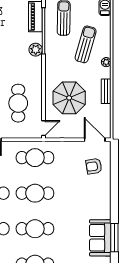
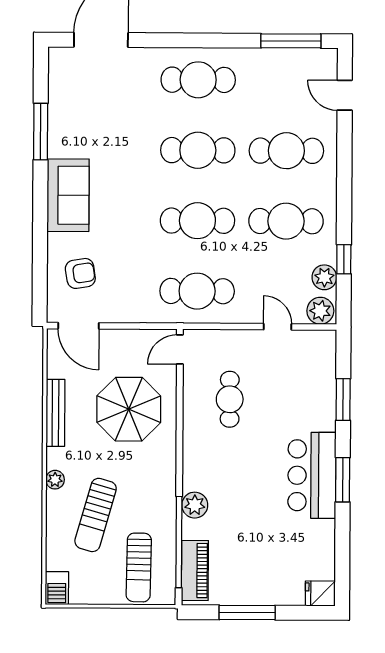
bench: (106, 91) -> (55, 413), width x1.36
cafe table: (18, 103) -> (230, 399), width x0.73, depth x0.74
sofa: (100, 238) -> (68, 195), moved

